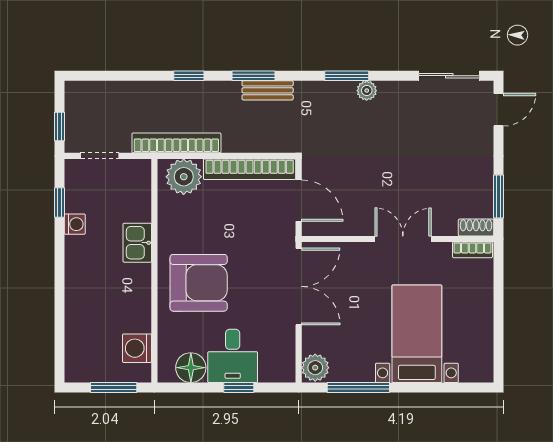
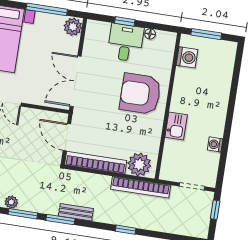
window: (253, 76) -> (60, 220), moved
window: (60, 202) -> (223, 160), removed
floor lamp: (191, 368) -> (150, 34), width x0.53, depth x0.53

